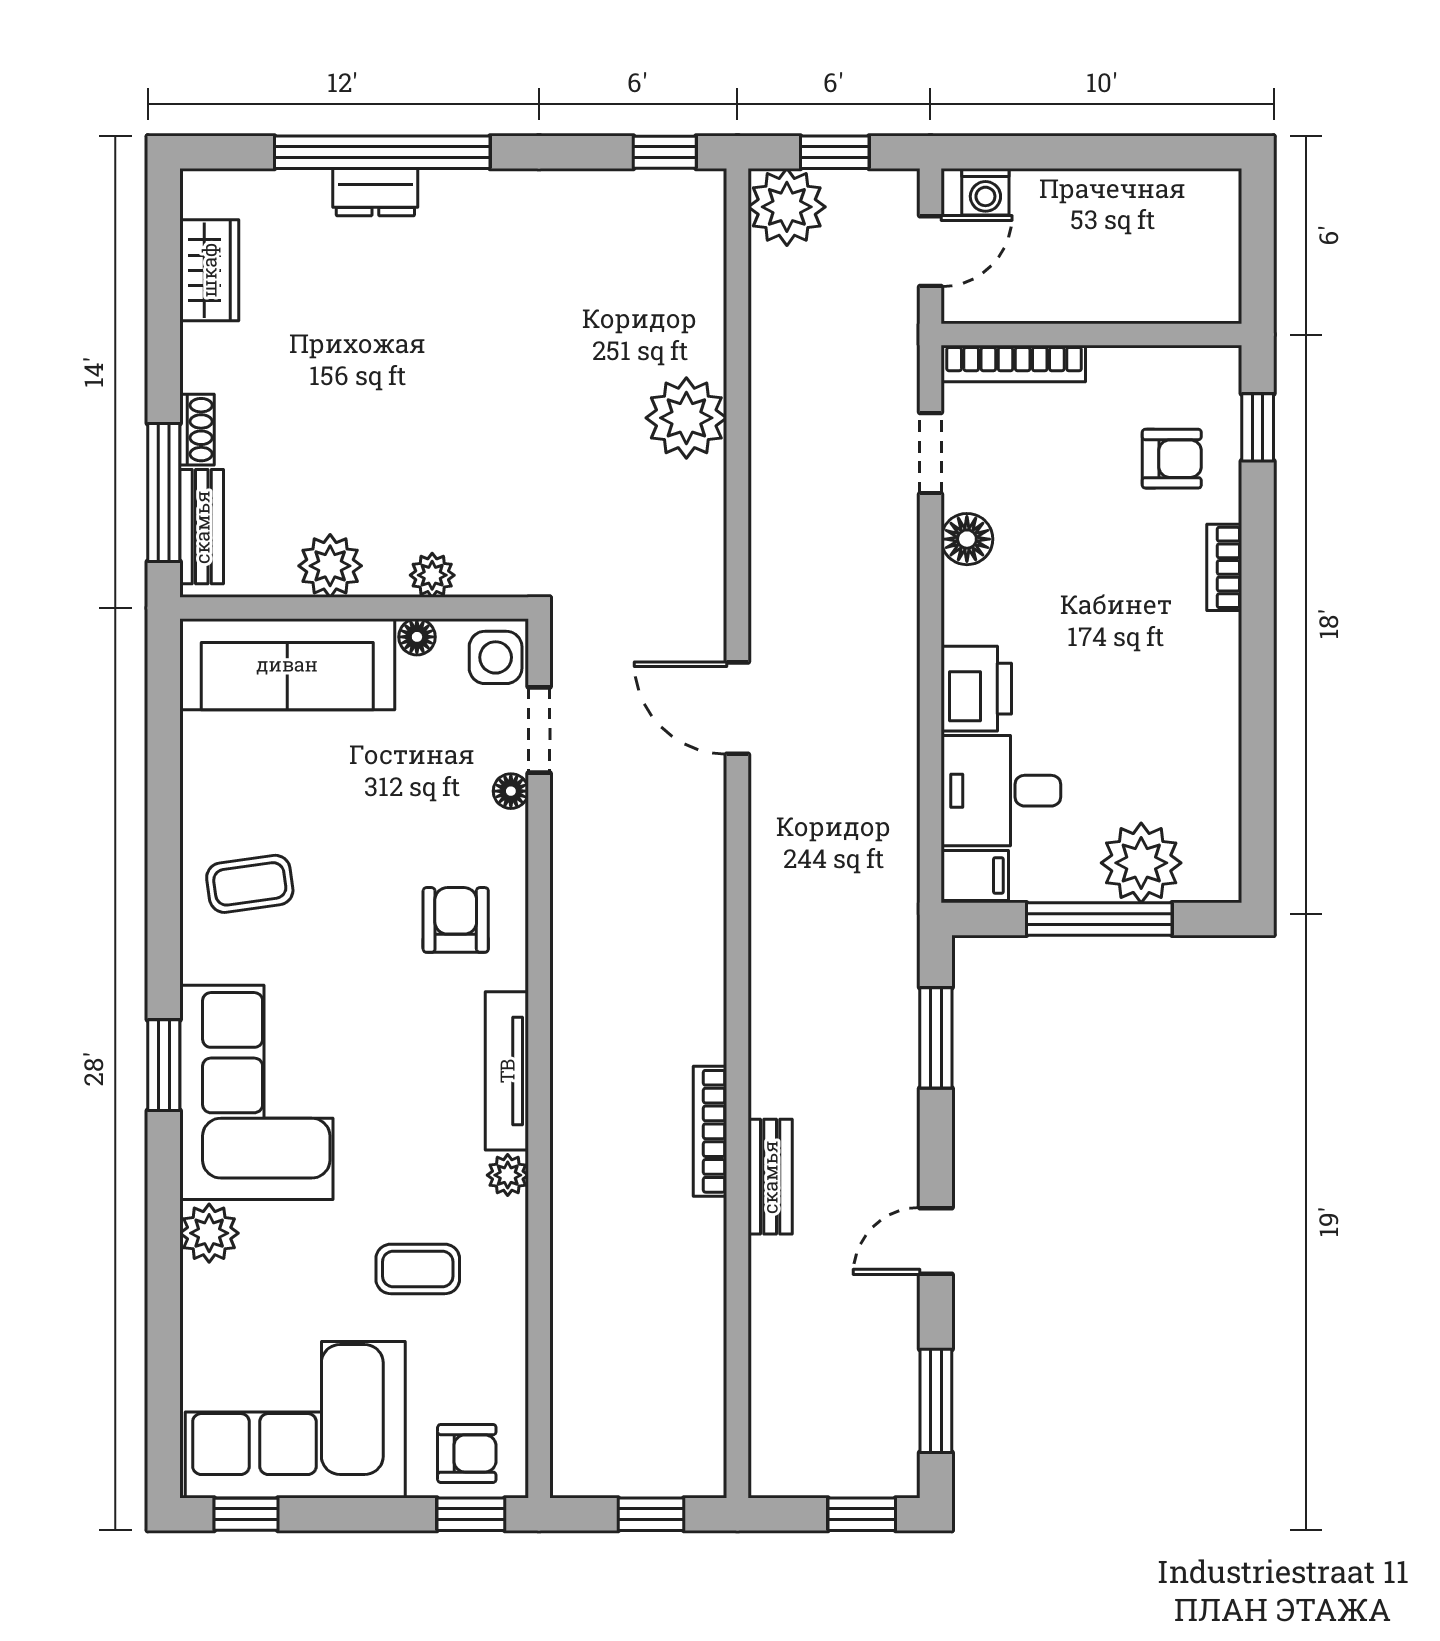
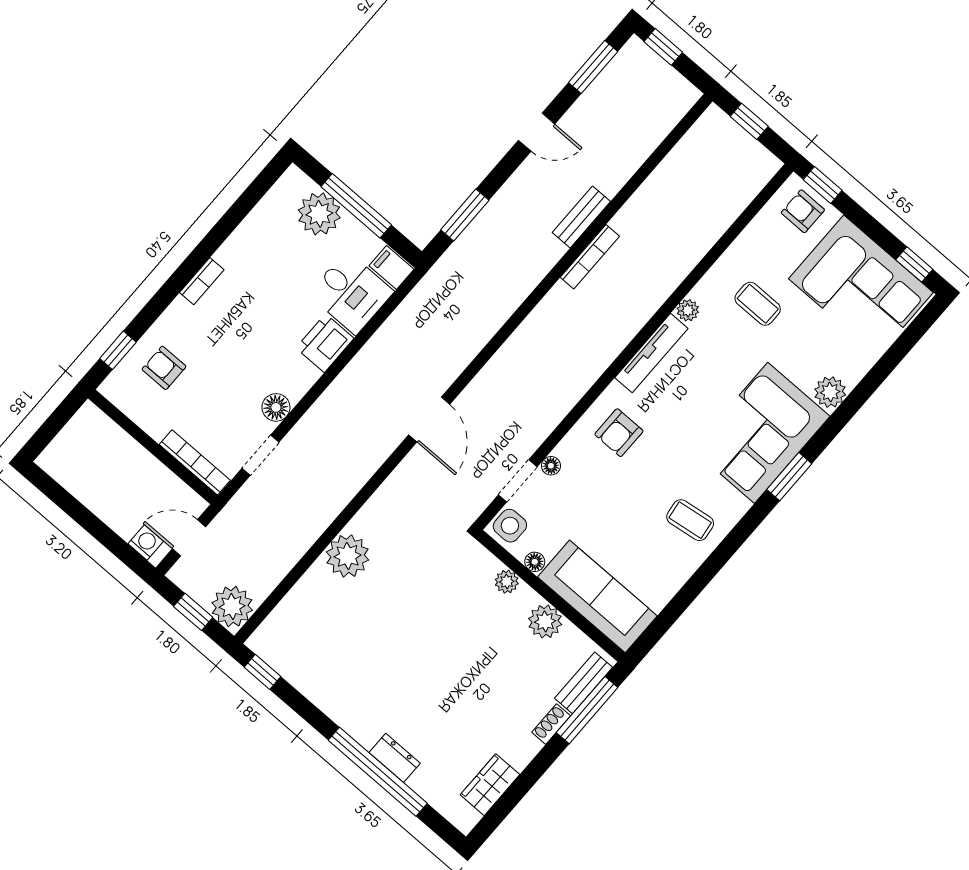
bookcase: (1224, 567) -> (202, 281), moved

